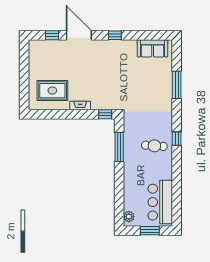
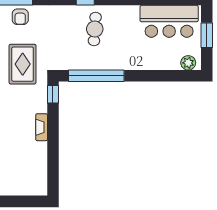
armchair: (164, 89) -> (20, 17), added
rug: (52, 91) -> (23, 64), moved
window: (119, 147) -> (96, 76), width x1.46

